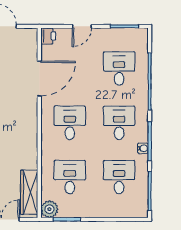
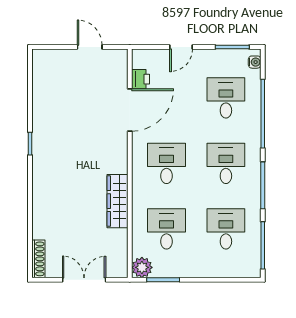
printer: (48, 36) -> (141, 79), moved
water cooler: (143, 148) -> (255, 62), moved
wardrobe: (29, 192) -> (118, 201), moved

